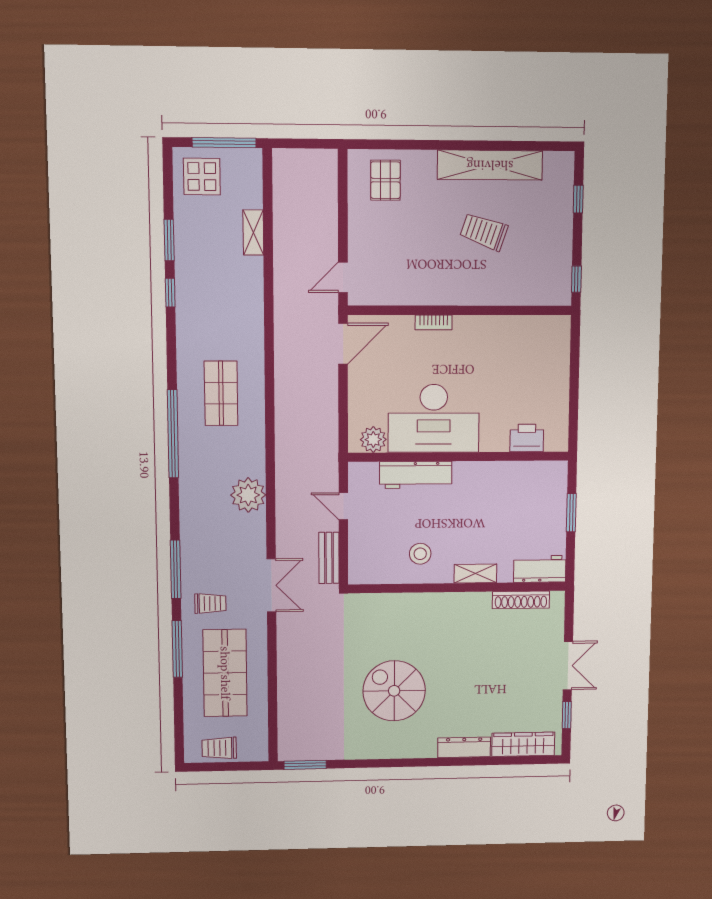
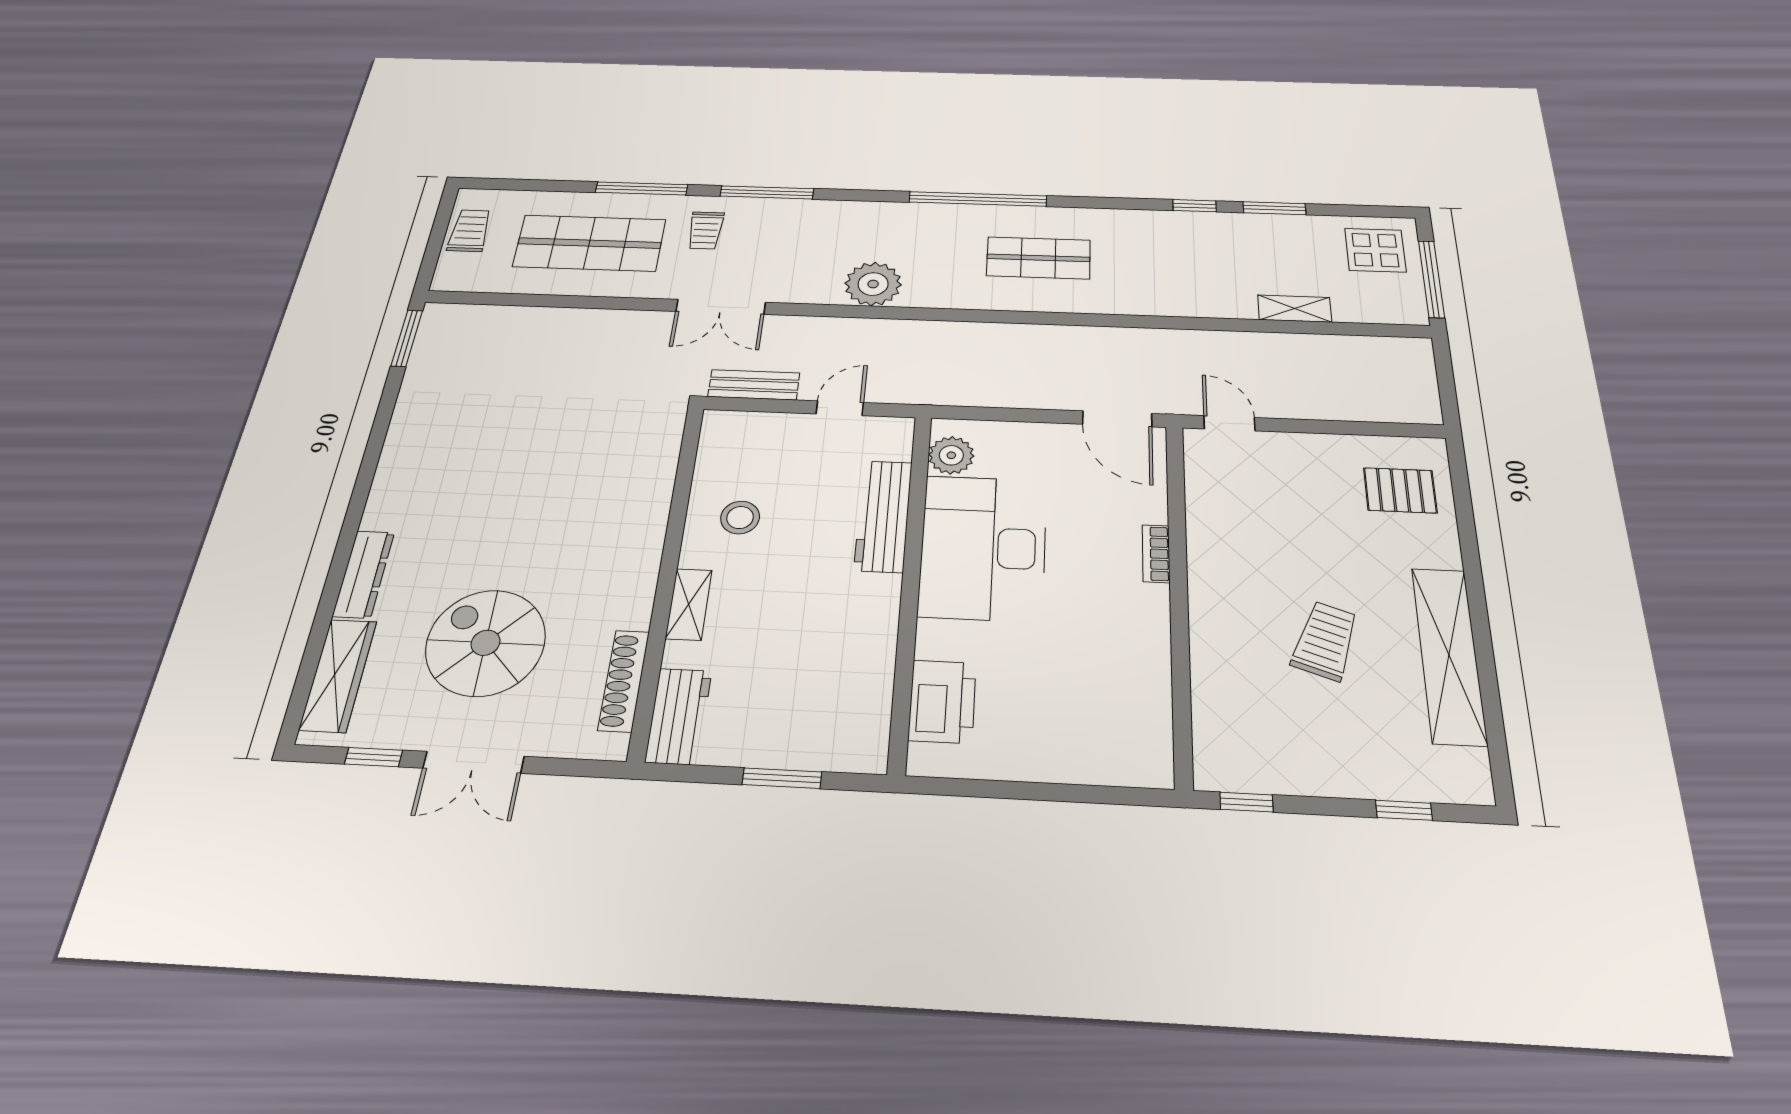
printer: (527, 438) -> (942, 701), width x1.37, depth x1.19
spiral stairs: (394, 691) -> (486, 643), moved, turned -90

